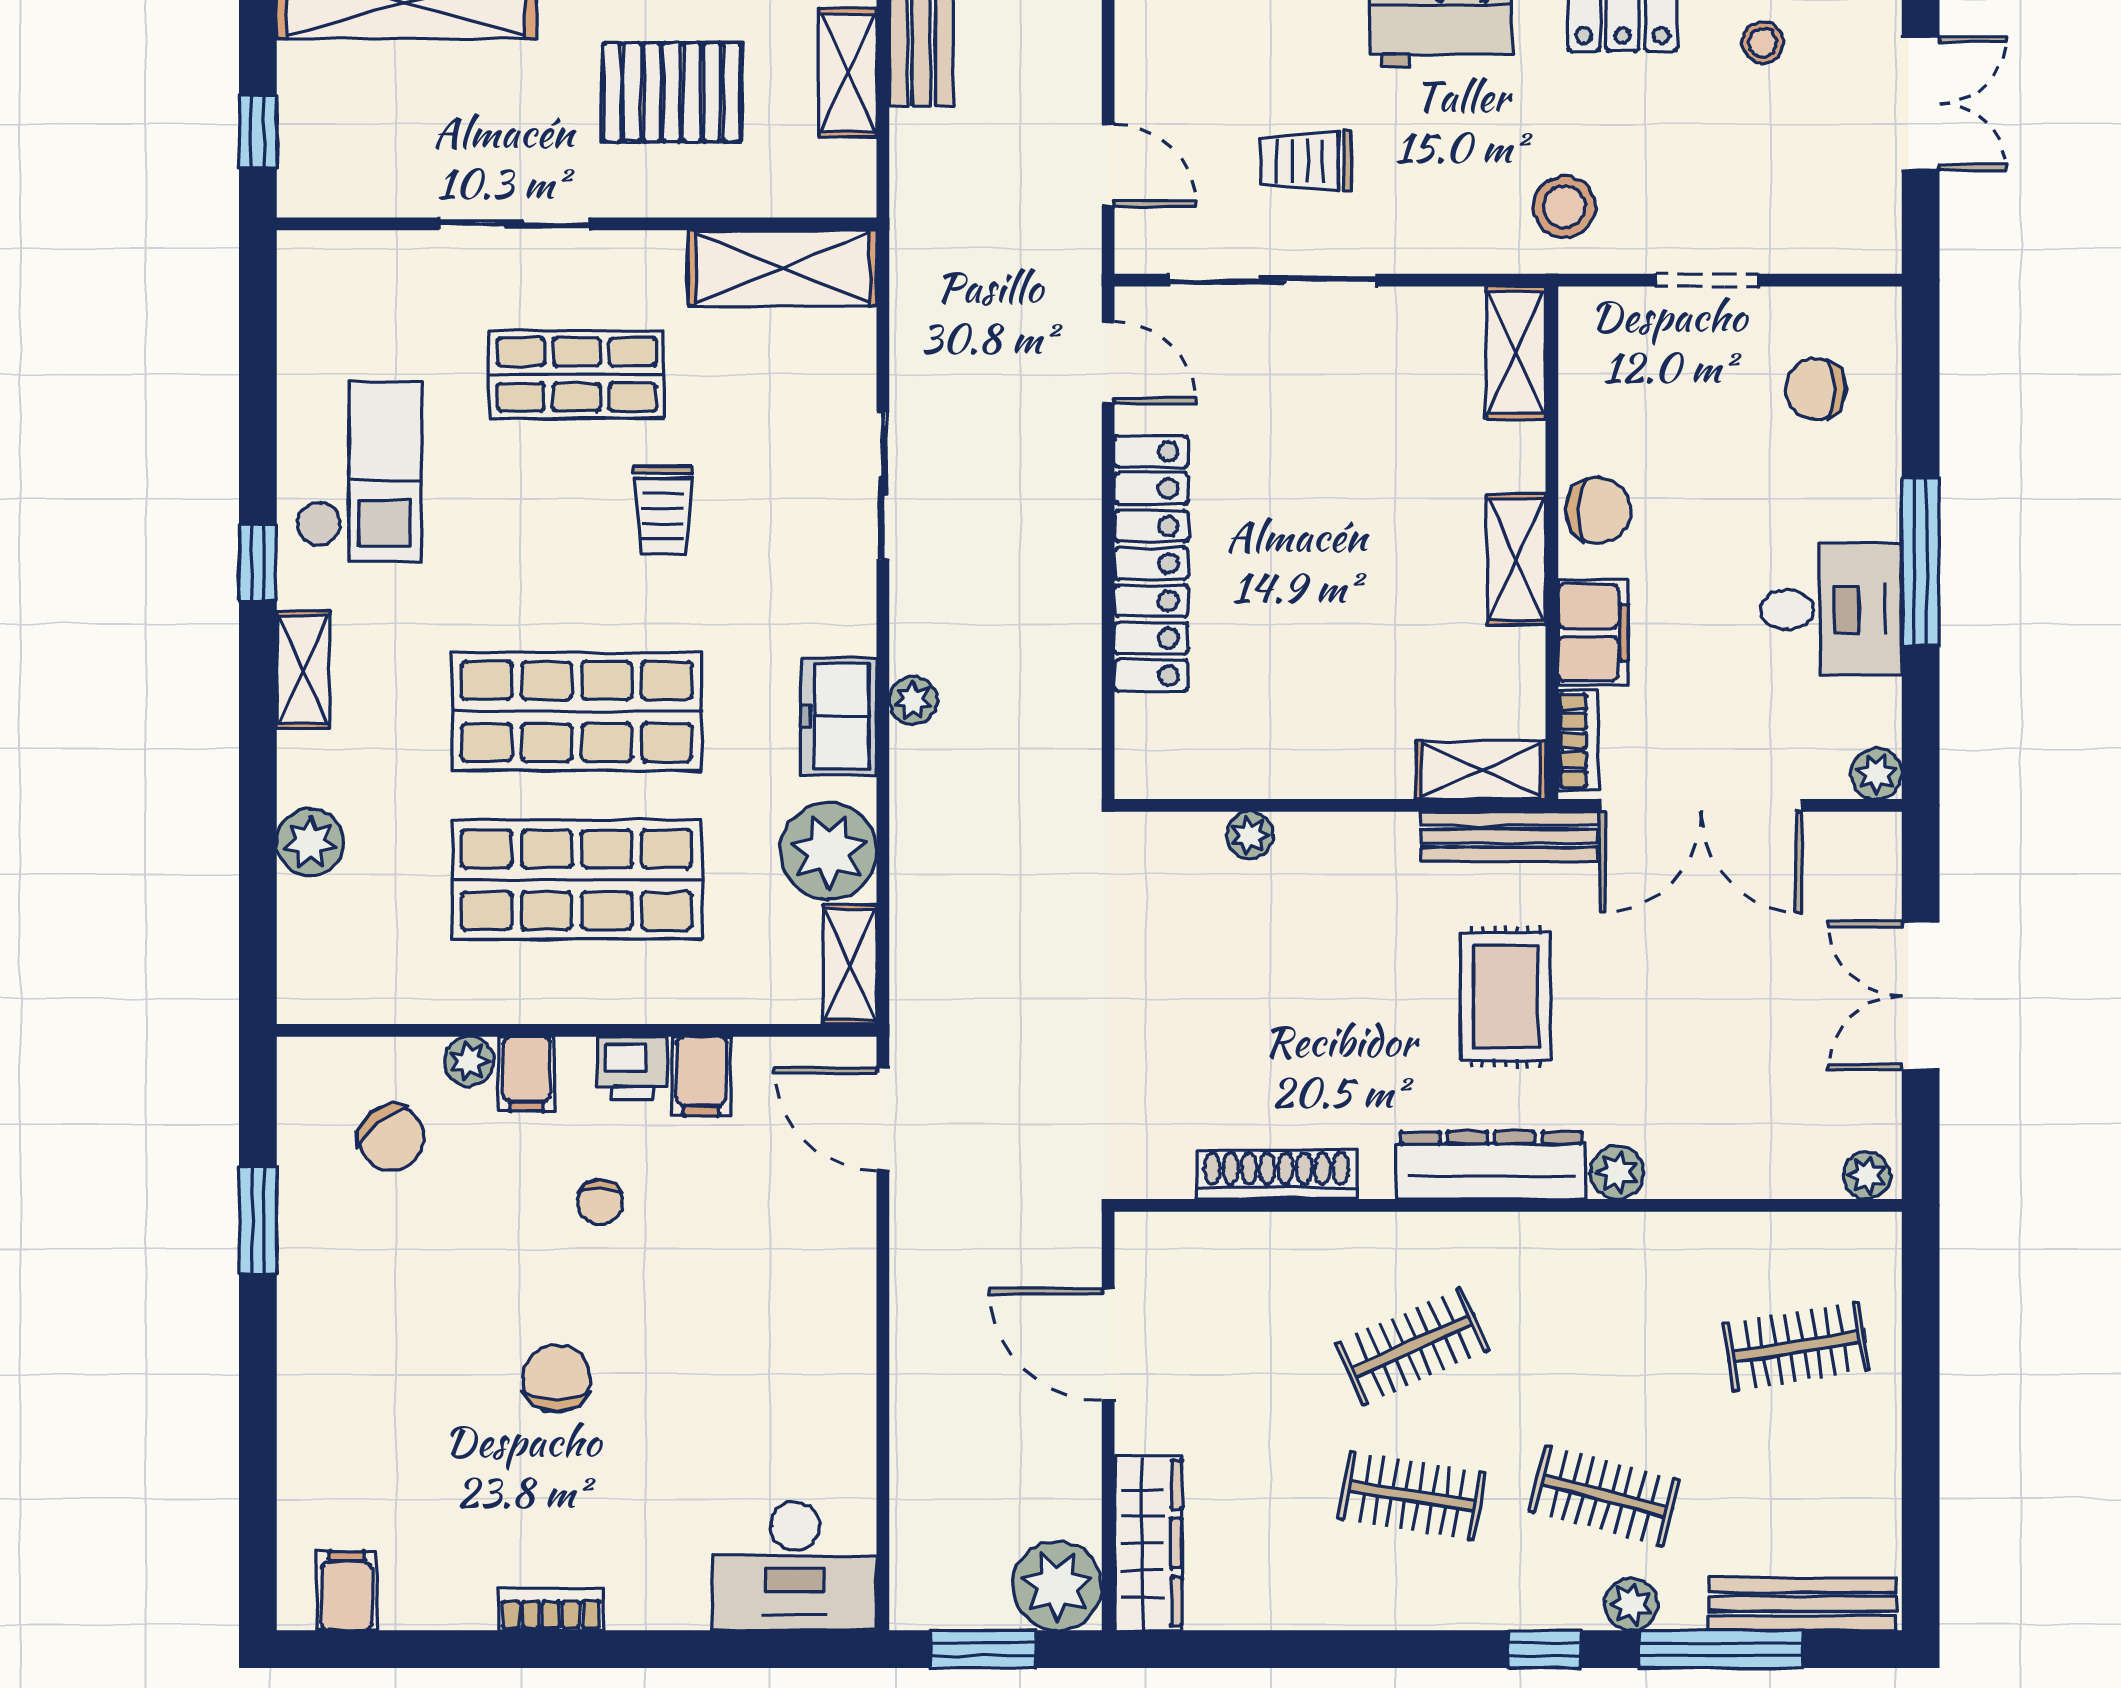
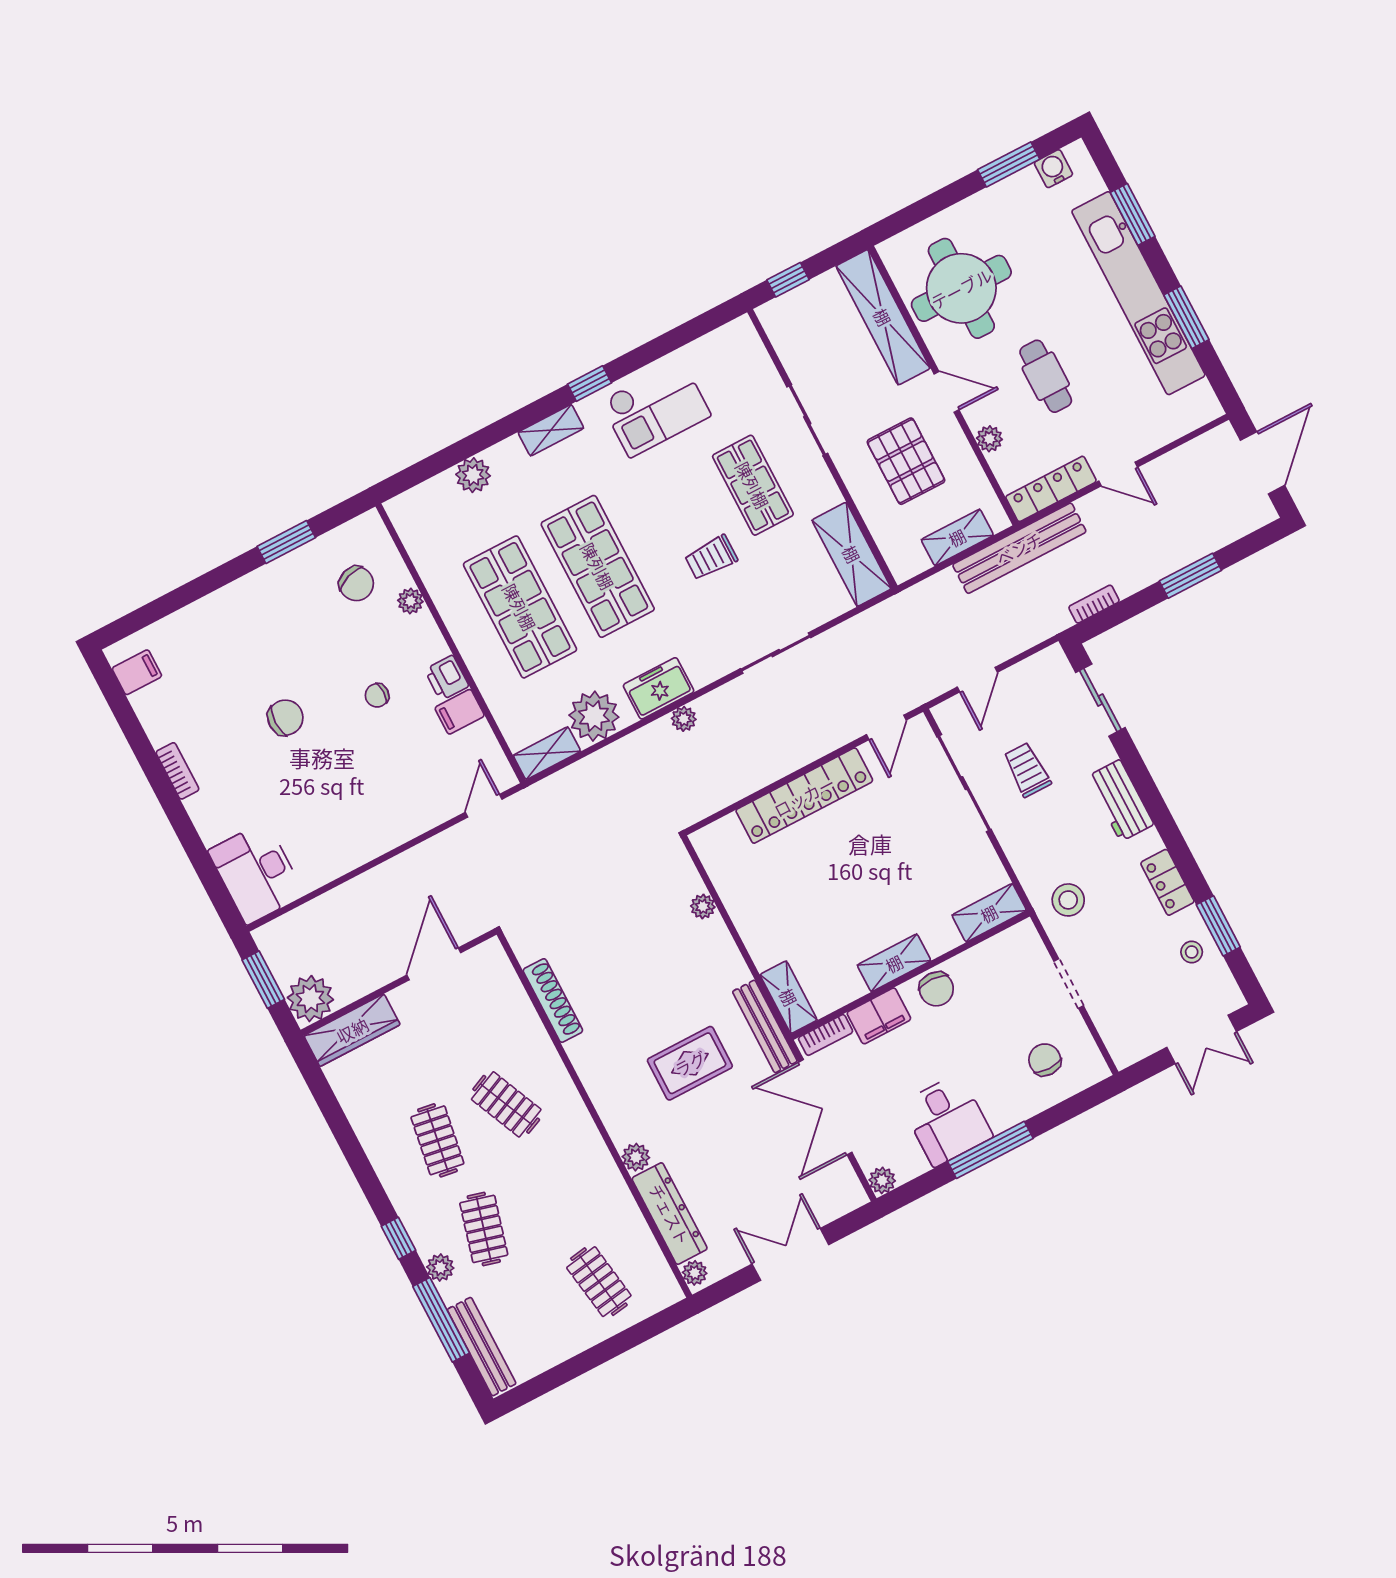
filing cabinet: (527, 1074) -> (418, 631), removed
door: (883, 1119) -> (484, 806), width x0.73
chair: (391, 1138) -> (356, 584), turned -70
dresser: (1491, 1165) -> (670, 1214), moved

